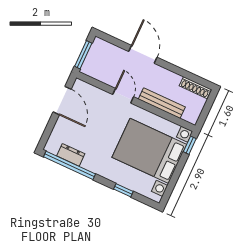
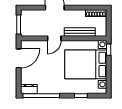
door: (123, 96) -> (54, 38), swing flipped
door: (62, 101) -> (19, 58), hinge flipped
dresser: (71, 155) -> (29, 89), moved

